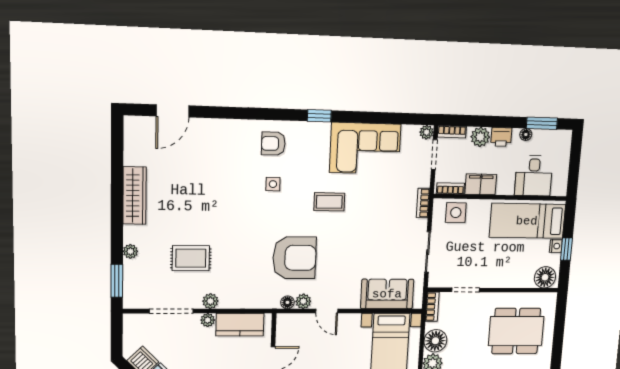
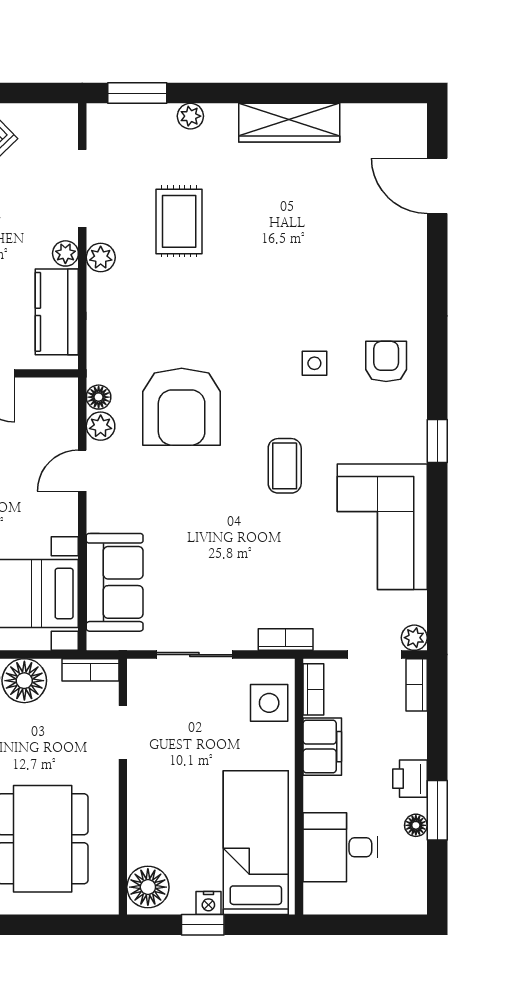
window: (542, 123) -> (437, 810), moved
plant: (480, 137) -> (409, 739), removed

